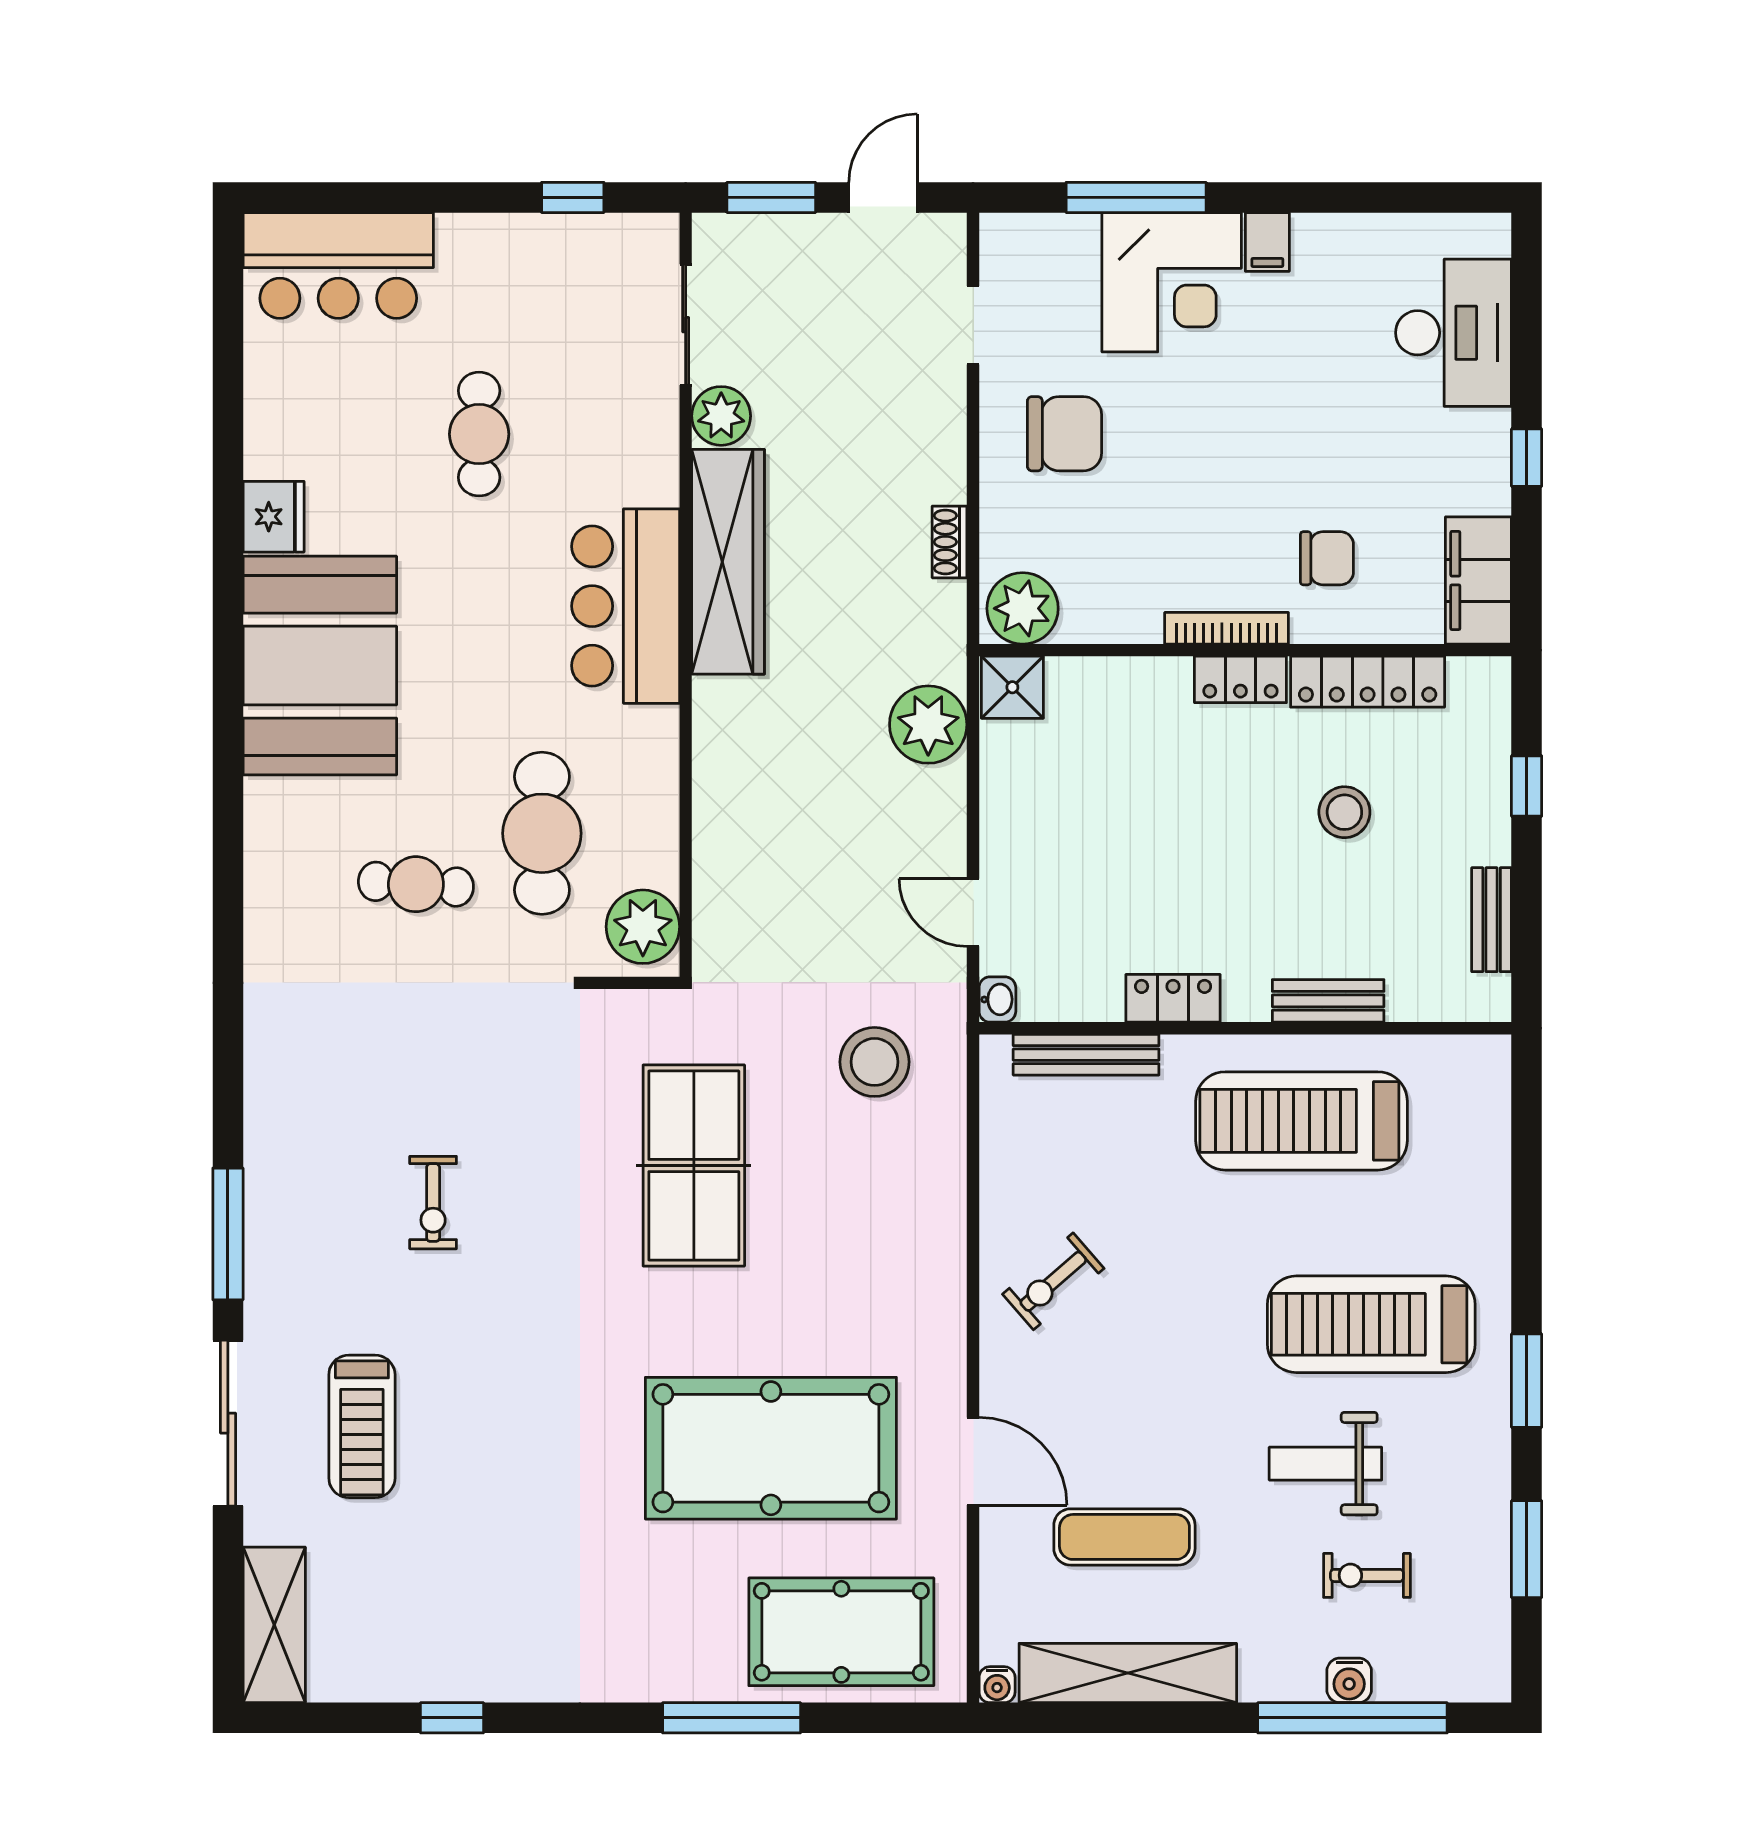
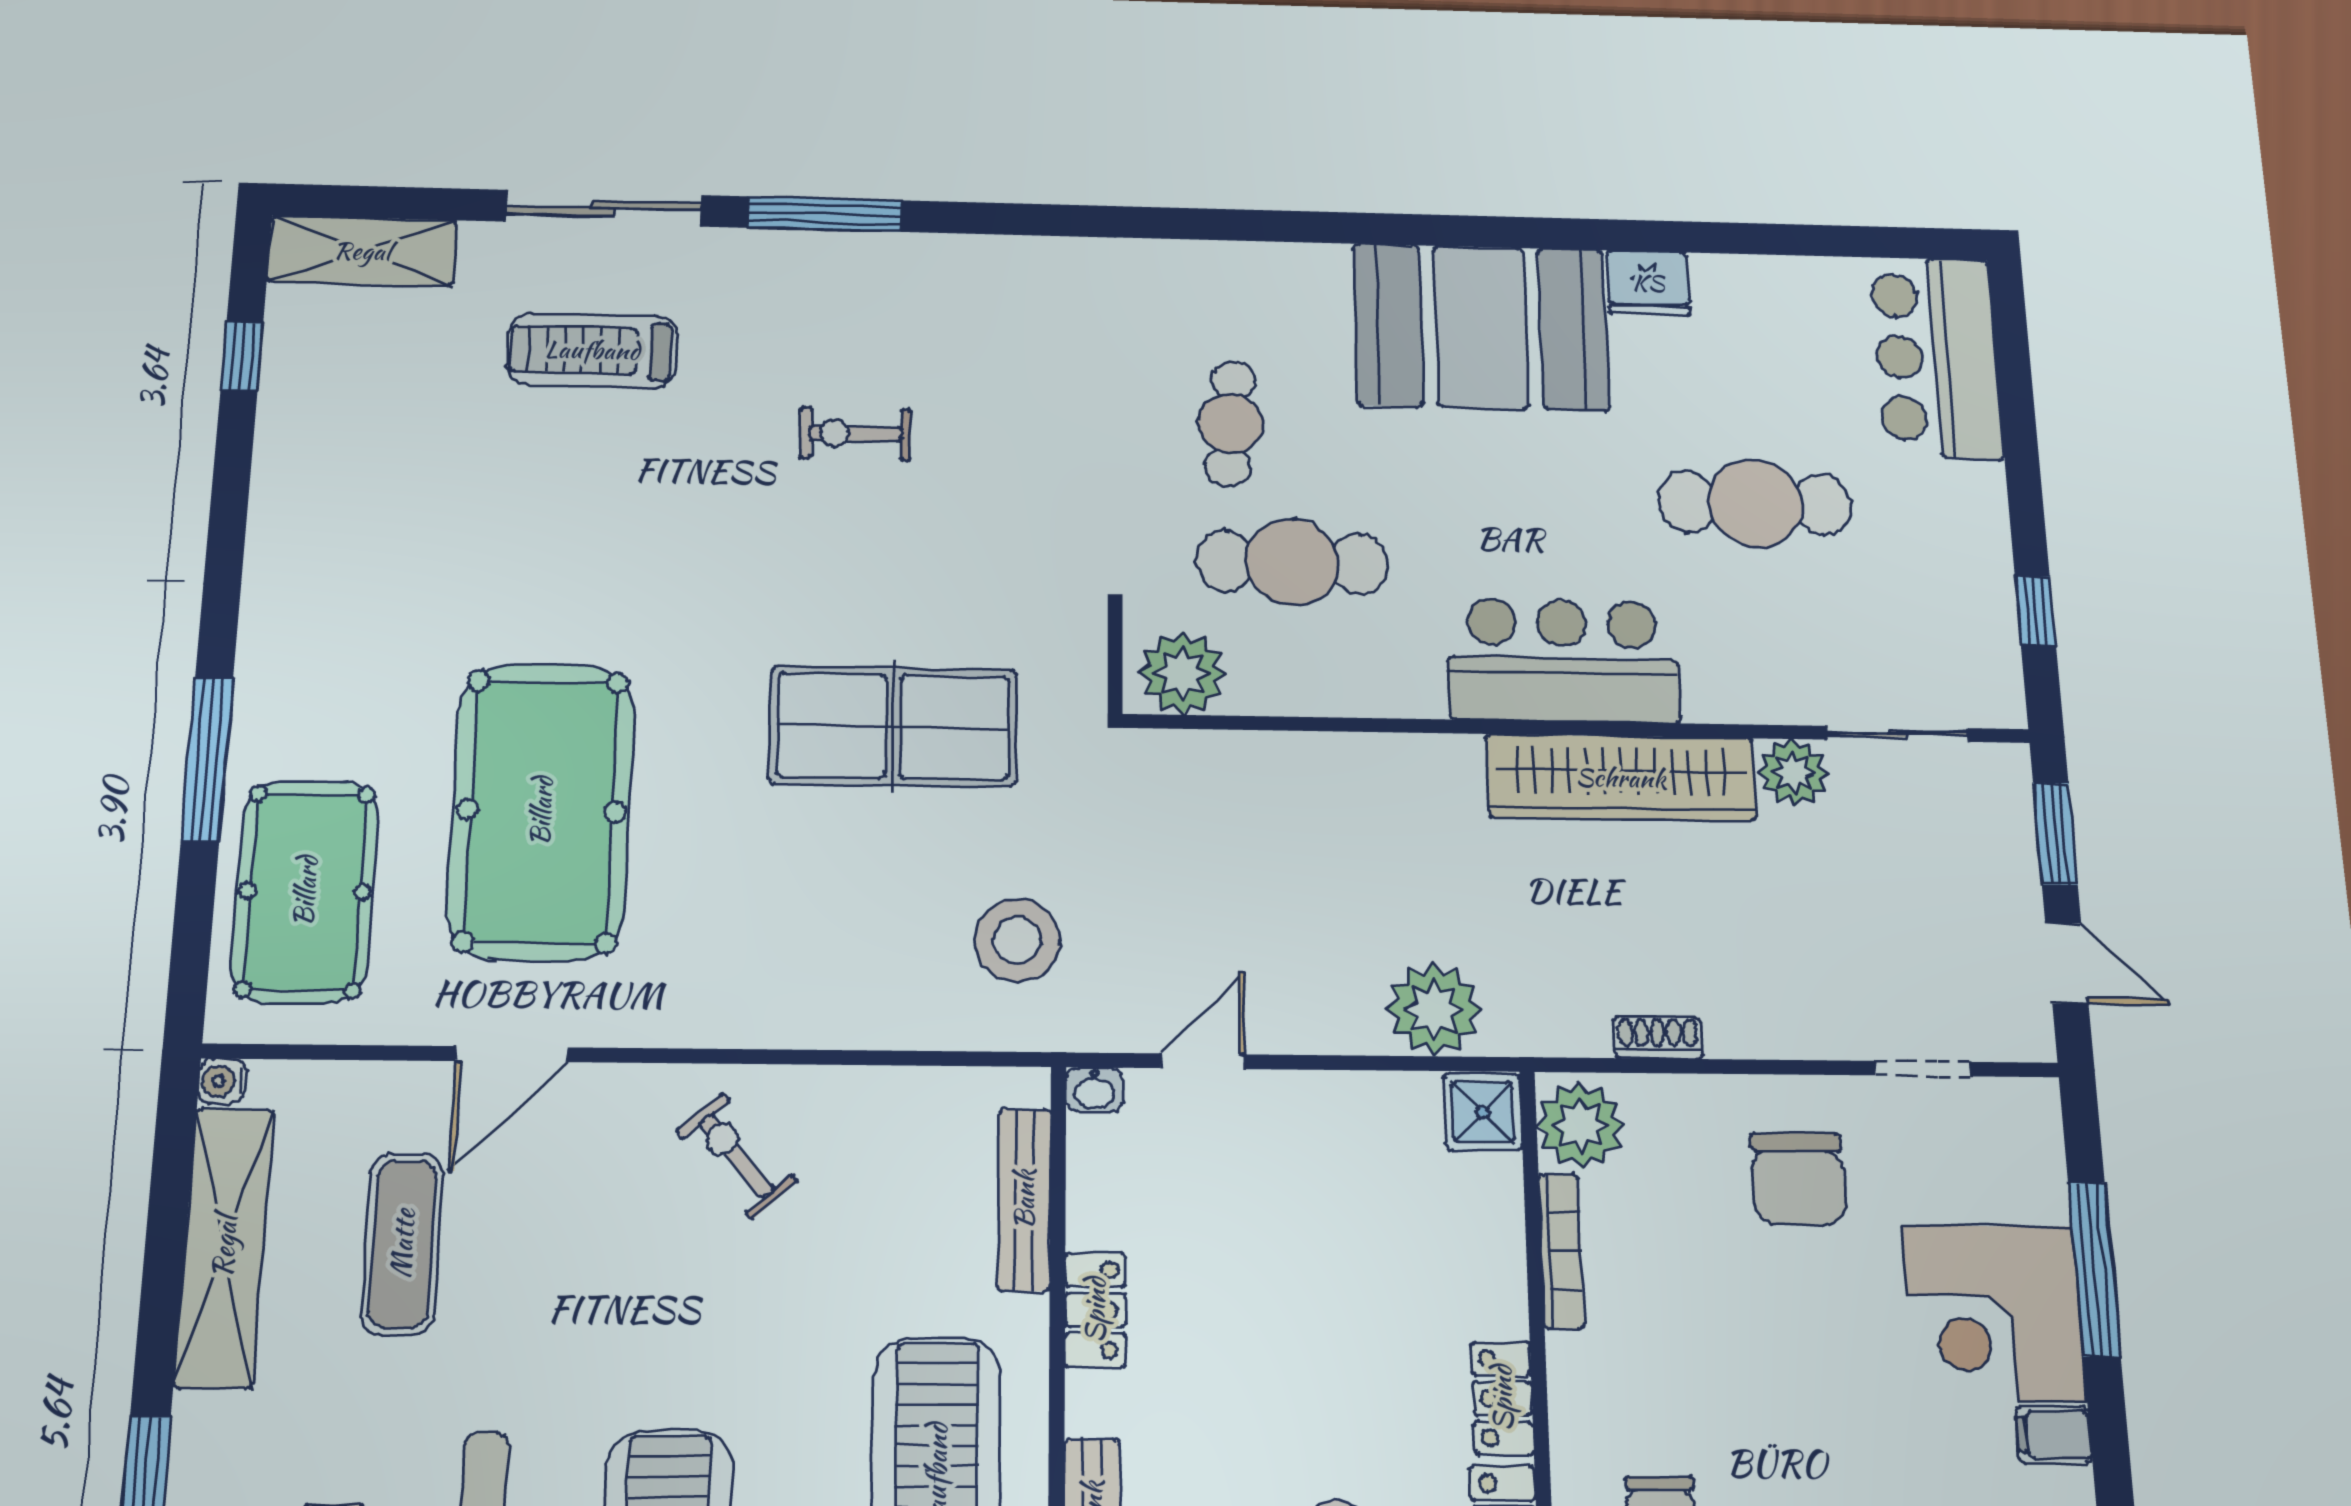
cafe table: (479, 434) -> (1755, 503), width x1.37, depth x1.35
bookcase: (1227, 628) -> (1561, 1251), moved
window: (452, 1718) -> (242, 356), moved

